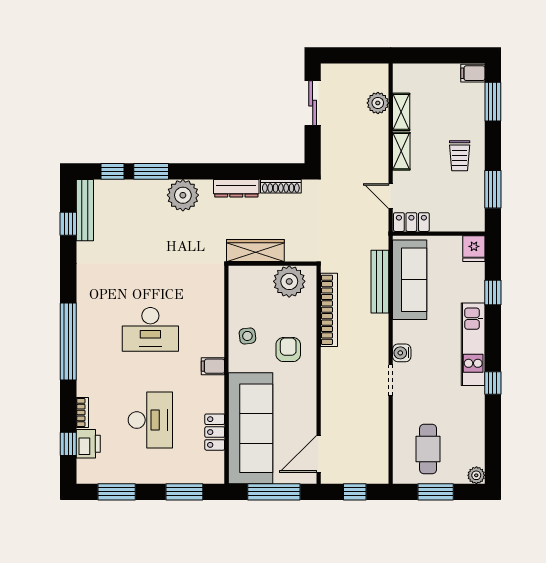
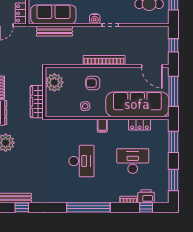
bookcase: (329, 310) -> (104, 60), moved

